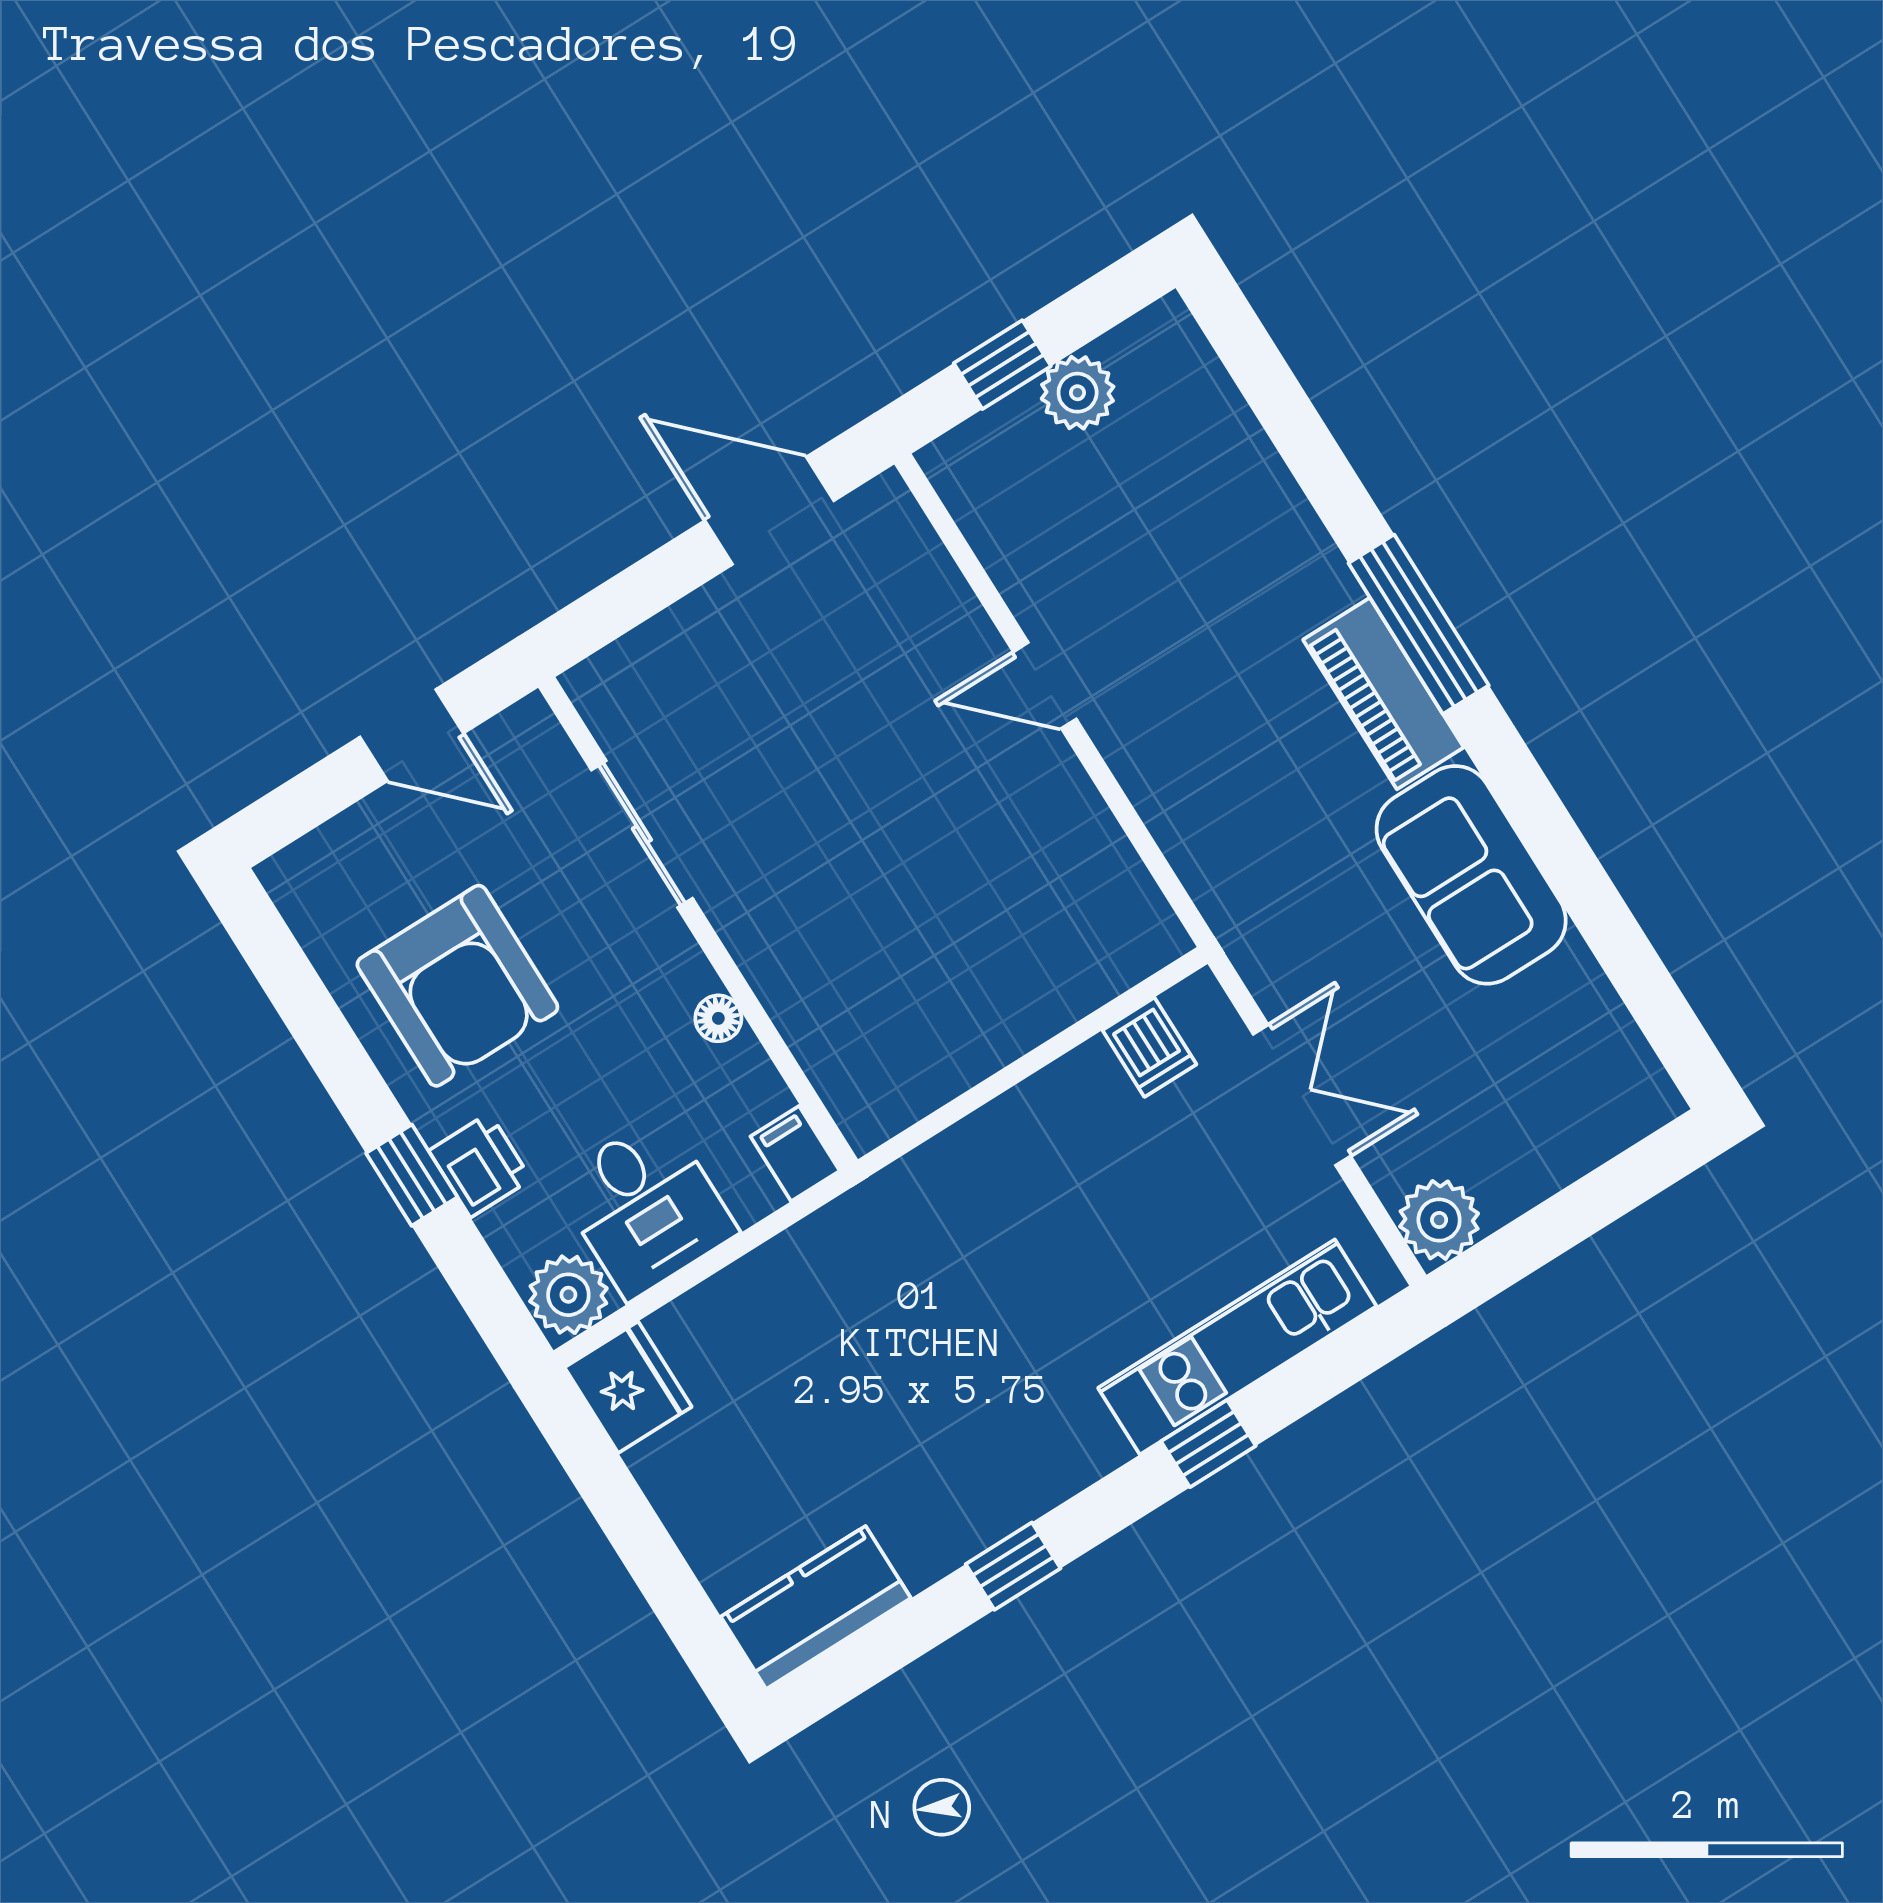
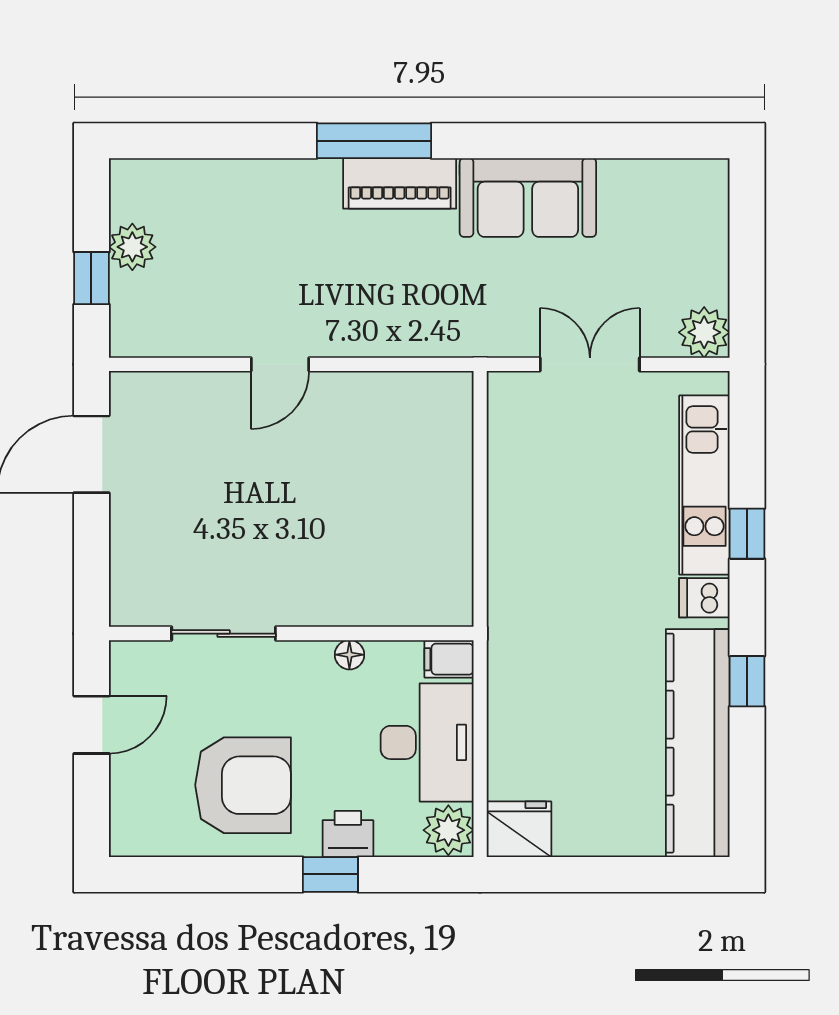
dishwasher: (1149, 1047) -> (704, 598), moved, turned 180
desk: (645, 1207) -> (427, 742), width x1.37
kitchen counter: (816, 1607) -> (698, 743), width x2.08, depth x1.17

